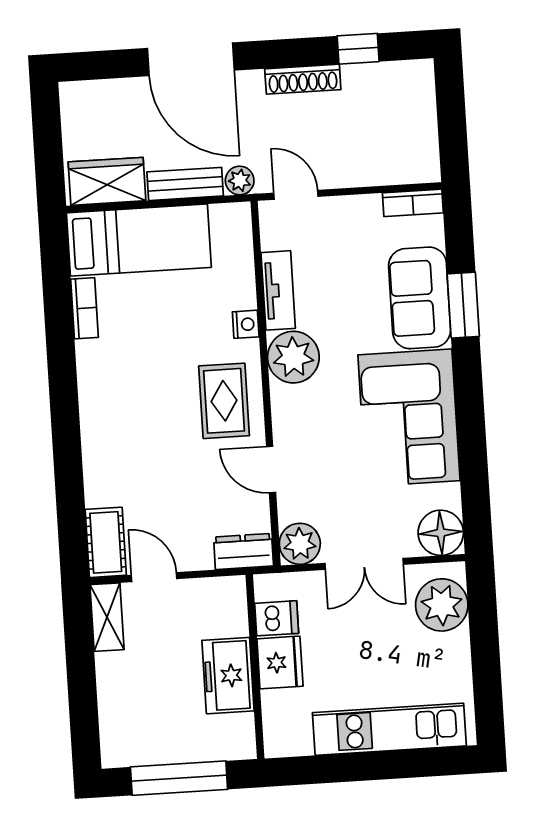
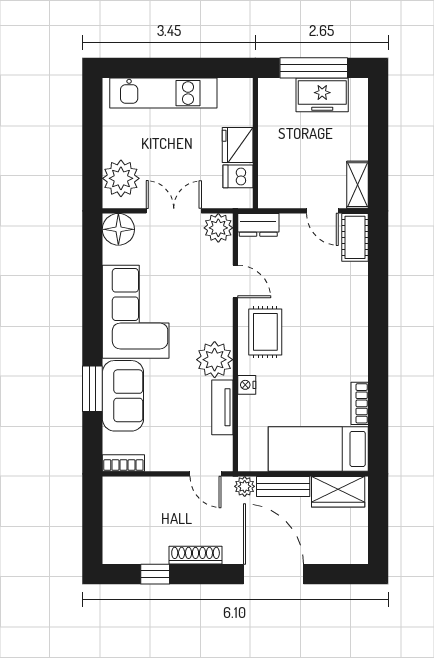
freezer: (228, 676) -> (322, 95), moved, turned 90

